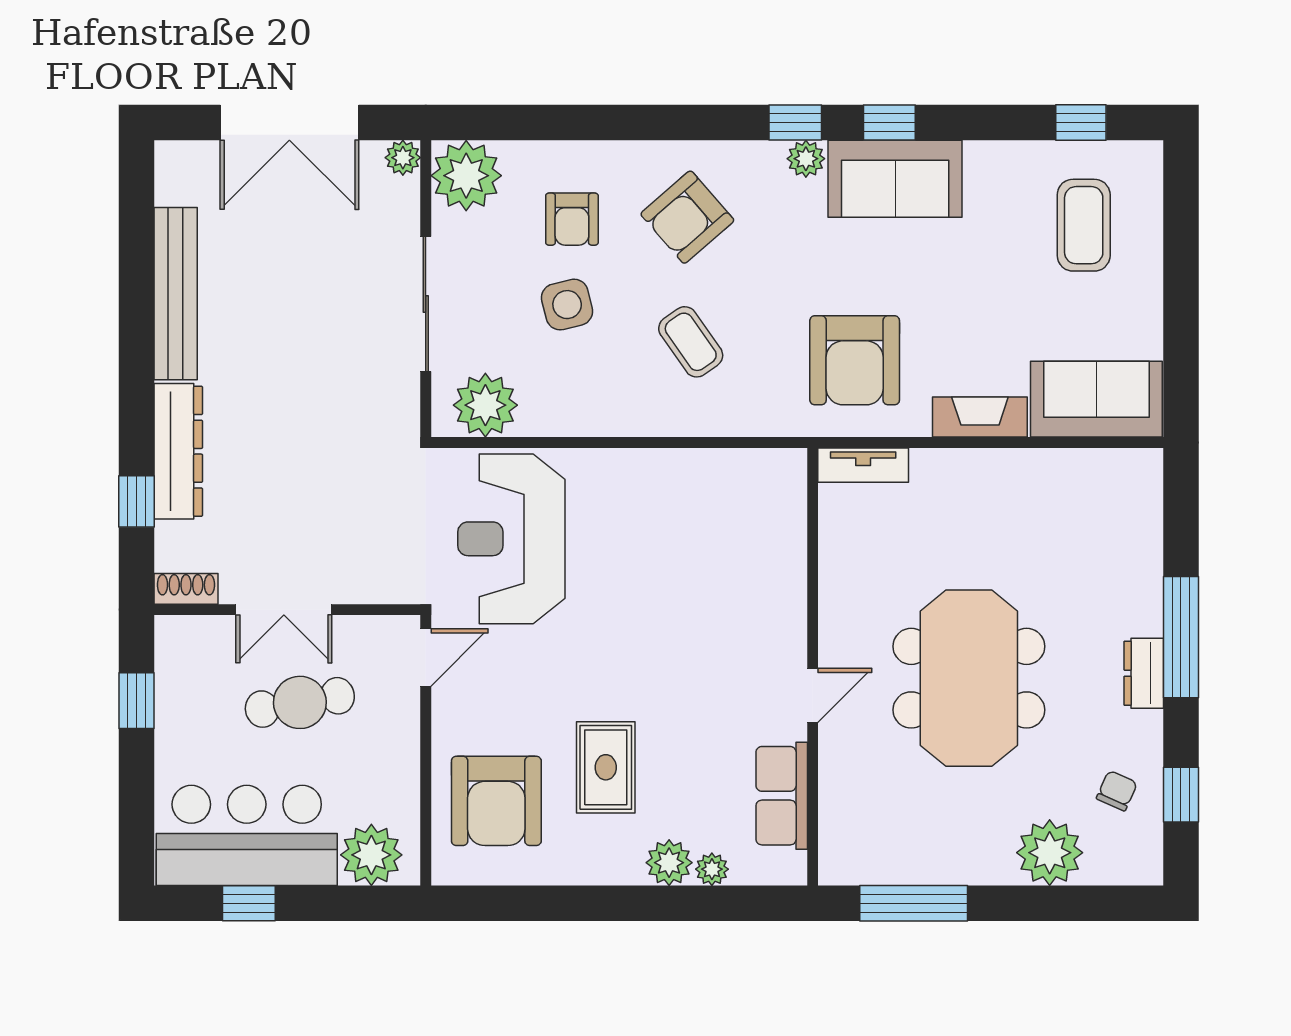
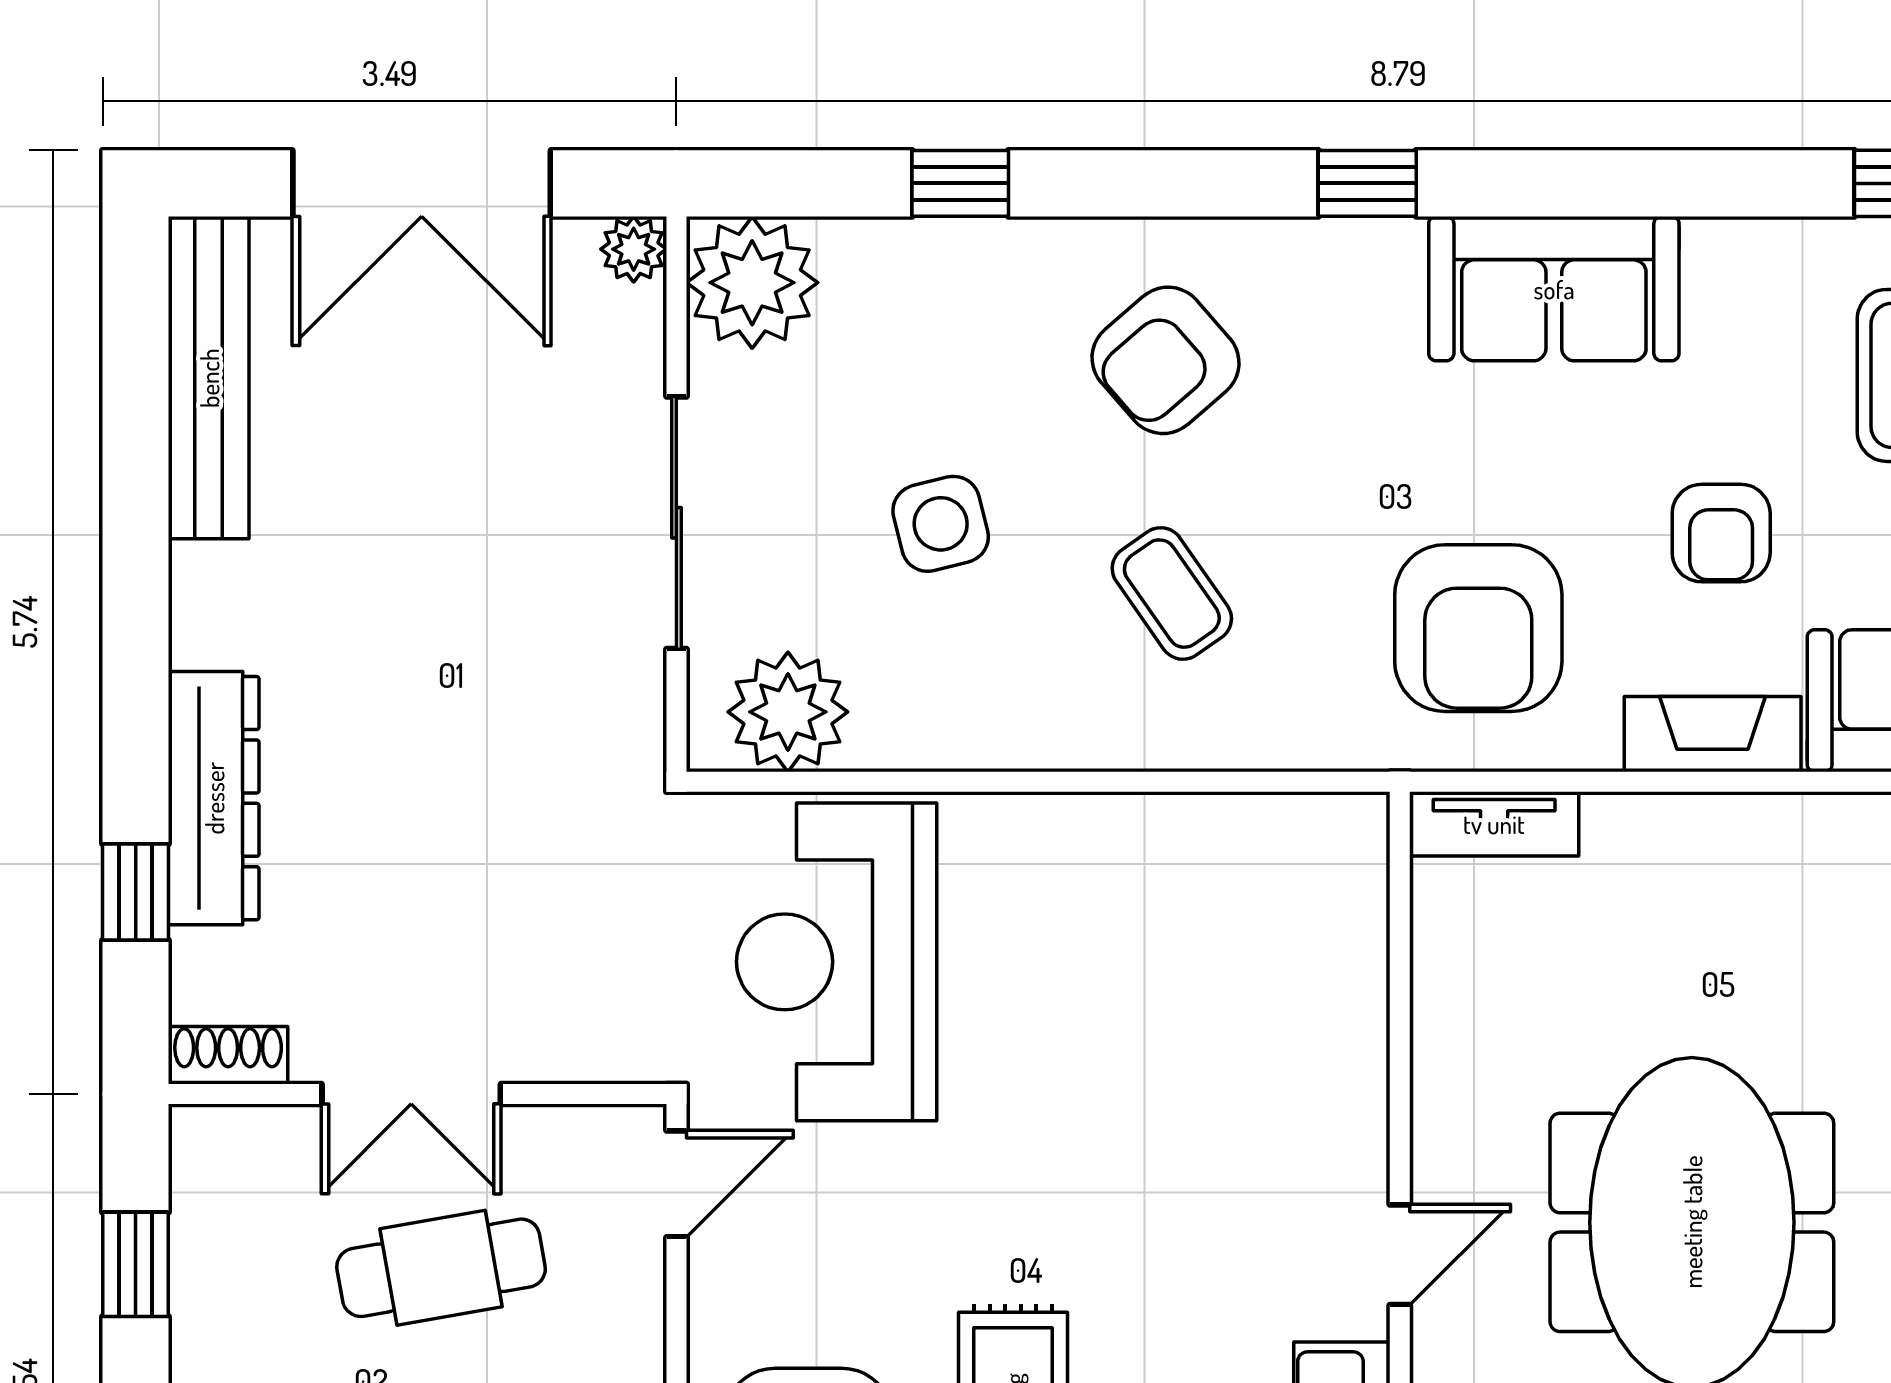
window: (889, 122) -> (960, 183), moved
plant: (806, 159) -> (1387, 251), removed
armchair: (572, 219) -> (1721, 533), moved
bench: (176, 294) -> (209, 378), moved

